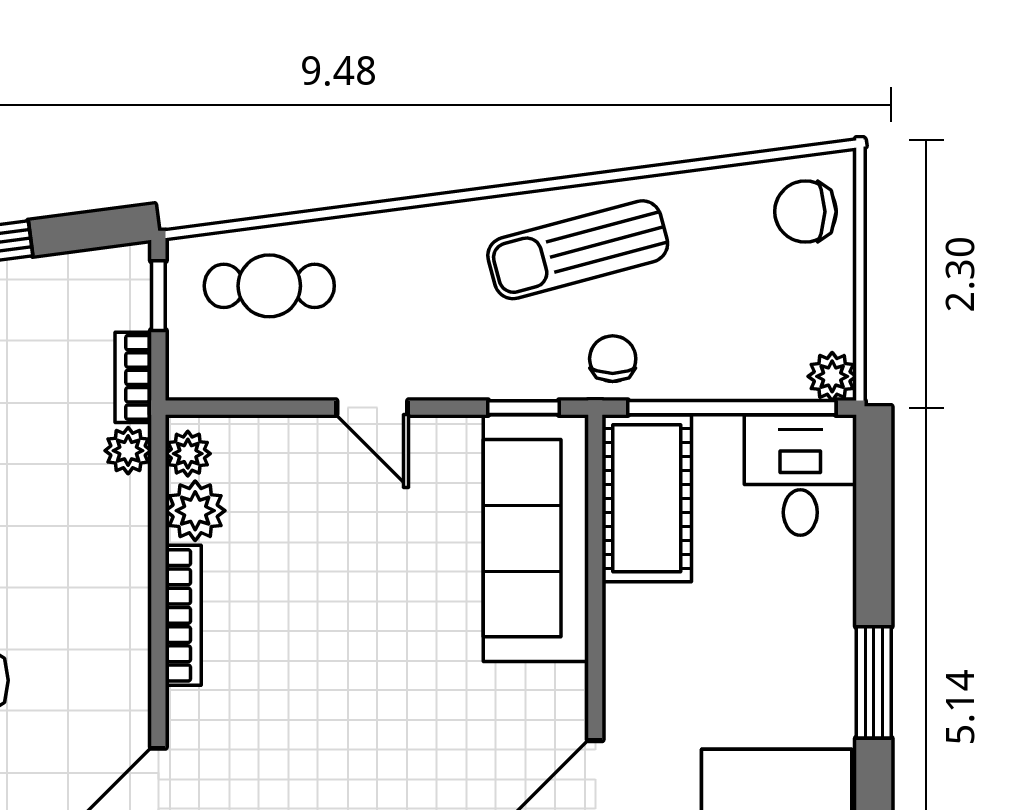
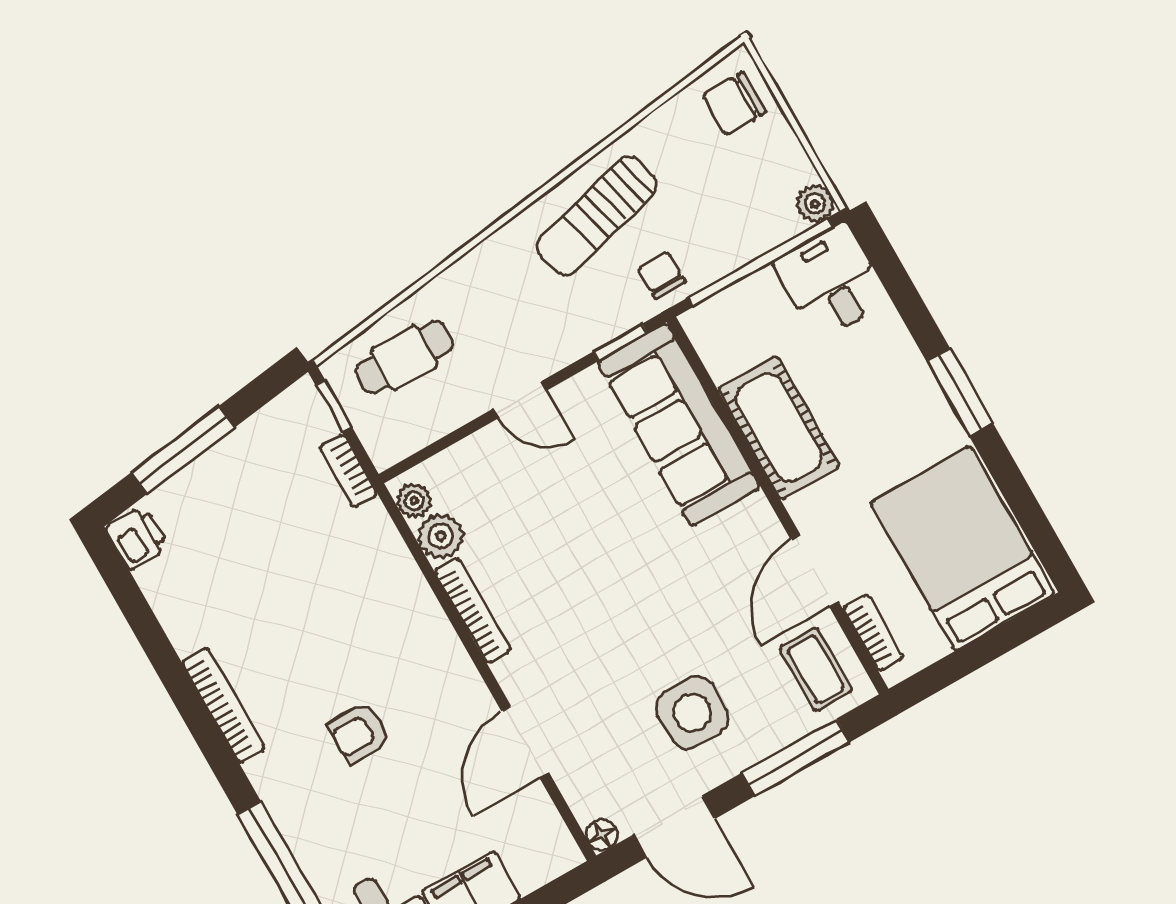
plant: (128, 451) -> (373, 522), removed
cot: (647, 498) -> (779, 428), moved

